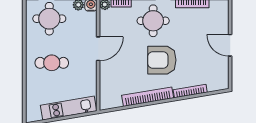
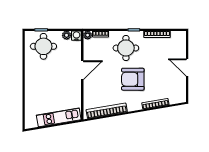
cafe table: (52, 63) -> (45, 81), removed
bookcase: (148, 97) -> (107, 111), moved

